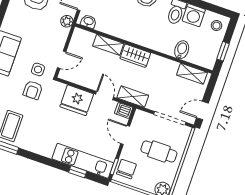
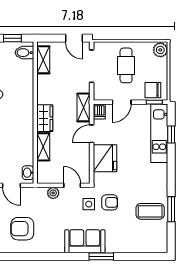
plant: (67, 21) -> (53, 193), moved
bidet: (182, 50) -> (24, 53), moved

